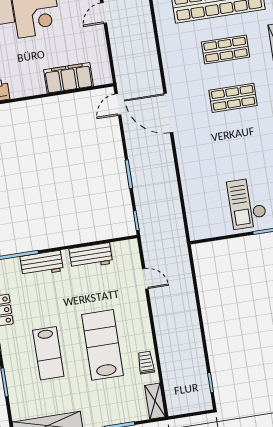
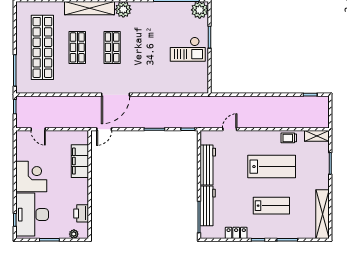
door: (118, 105) -> (104, 129), hinge flipped
workbench: (91, 256) -> (208, 165), width x1.38
workbench: (42, 264) -> (208, 206), width x1.38
lab bench: (102, 345) -> (272, 167), turned 180

